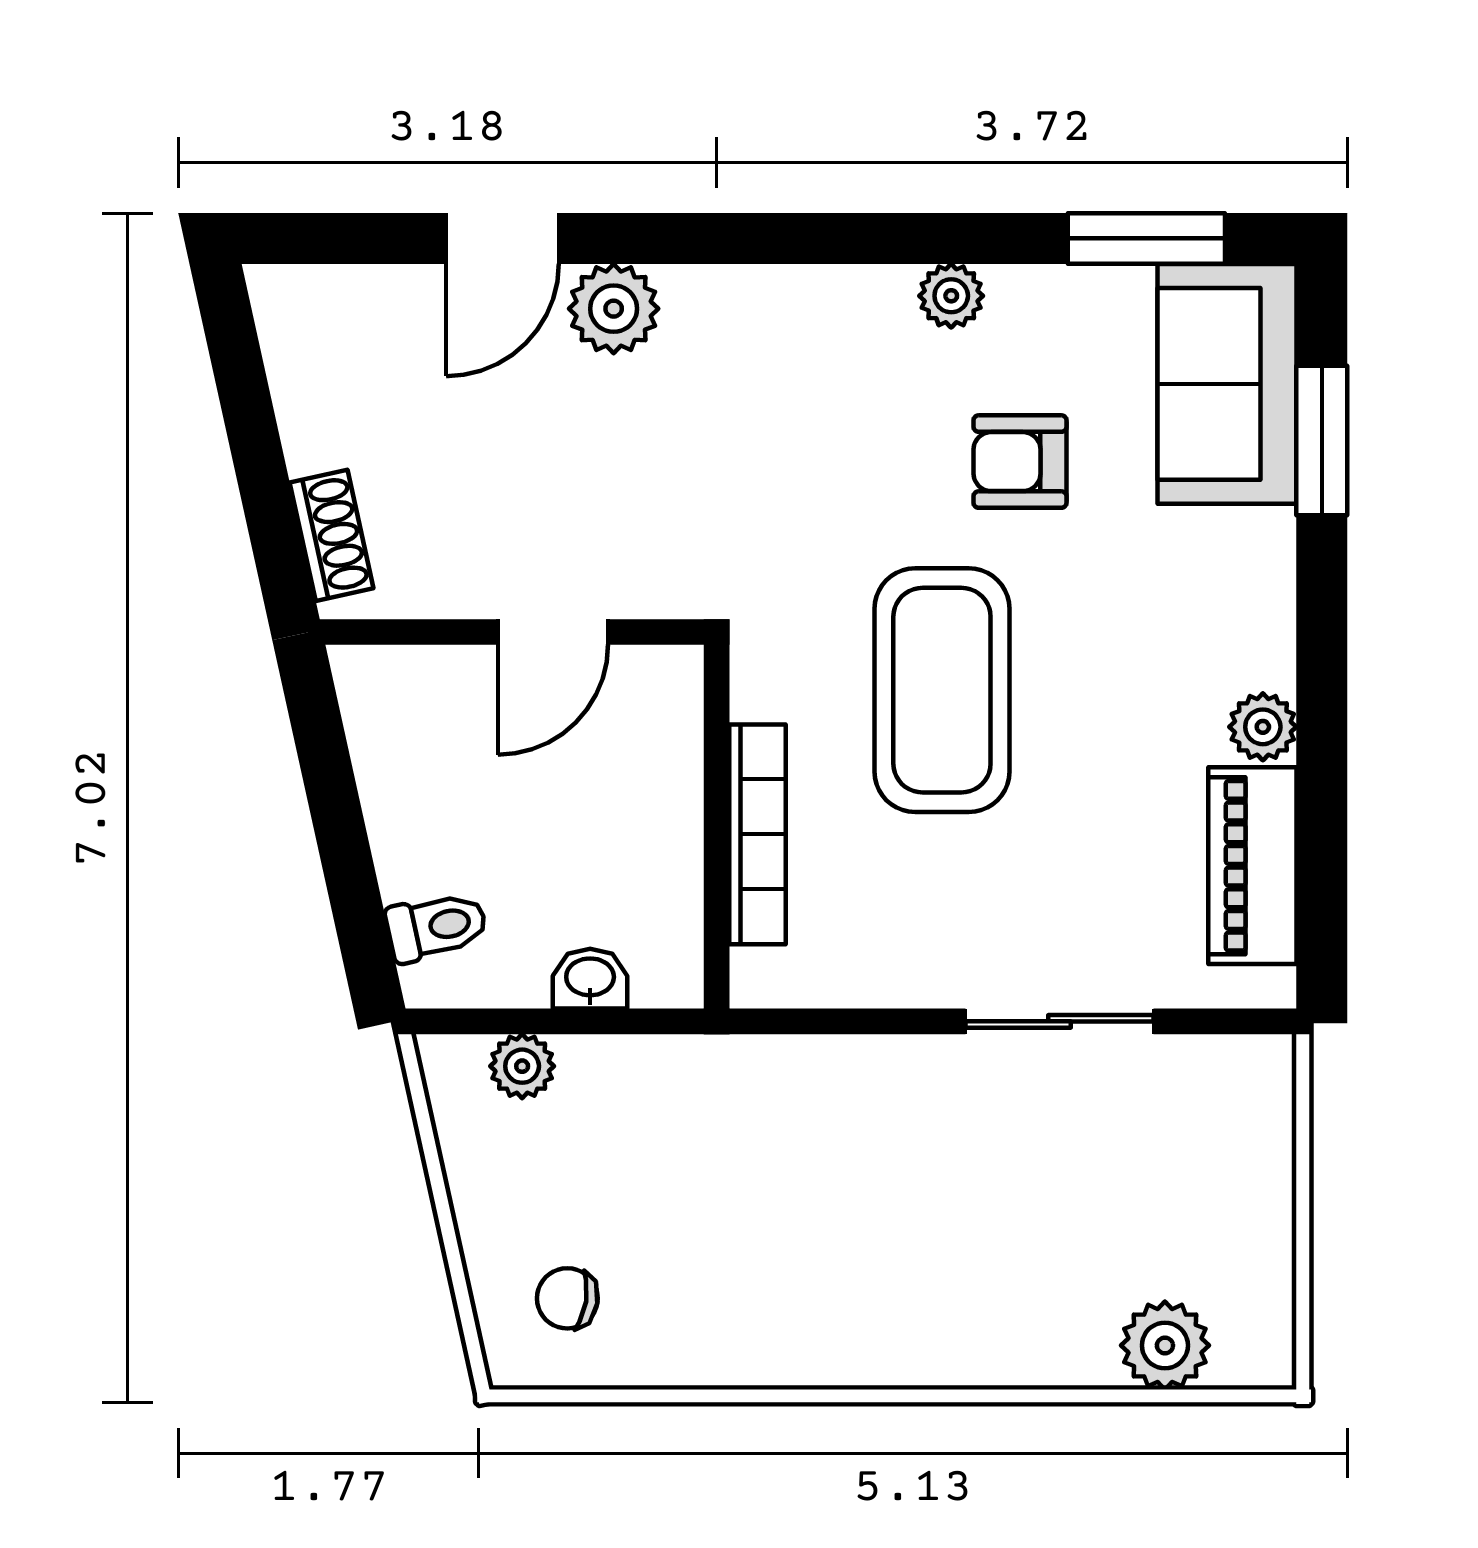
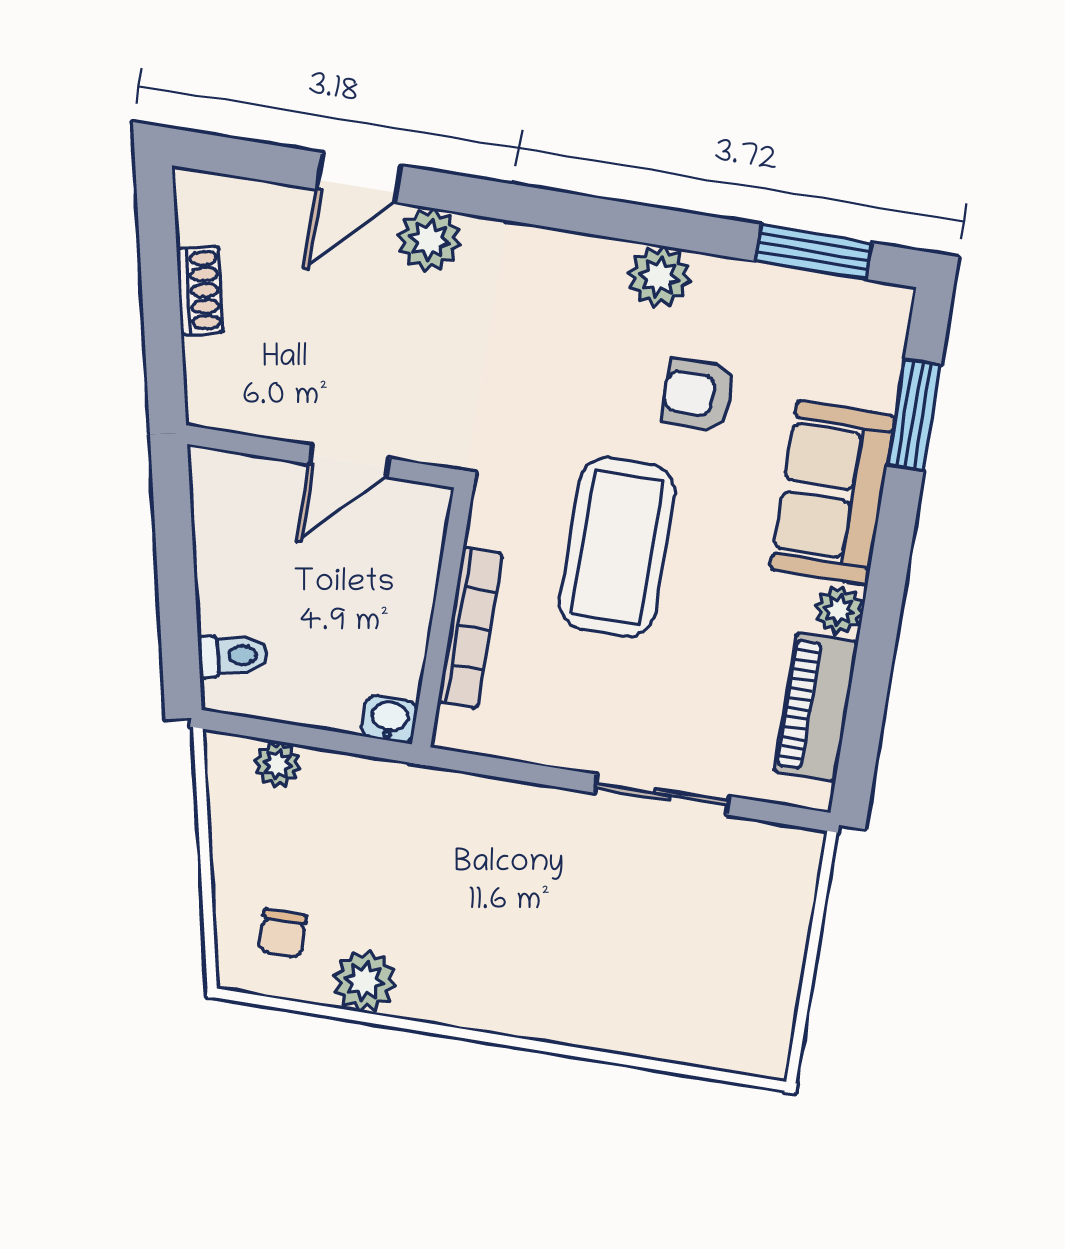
plant: (951, 296) -> (659, 277), width x1.38, depth x1.38
sofa: (1227, 384) -> (833, 493), moved
shoe rack: (332, 535) -> (200, 291), moved
washbasin: (590, 979) -> (389, 719), moved
chair: (567, 1298) -> (282, 933), turned -99
plant: (1165, 1345) -> (364, 981), moved

